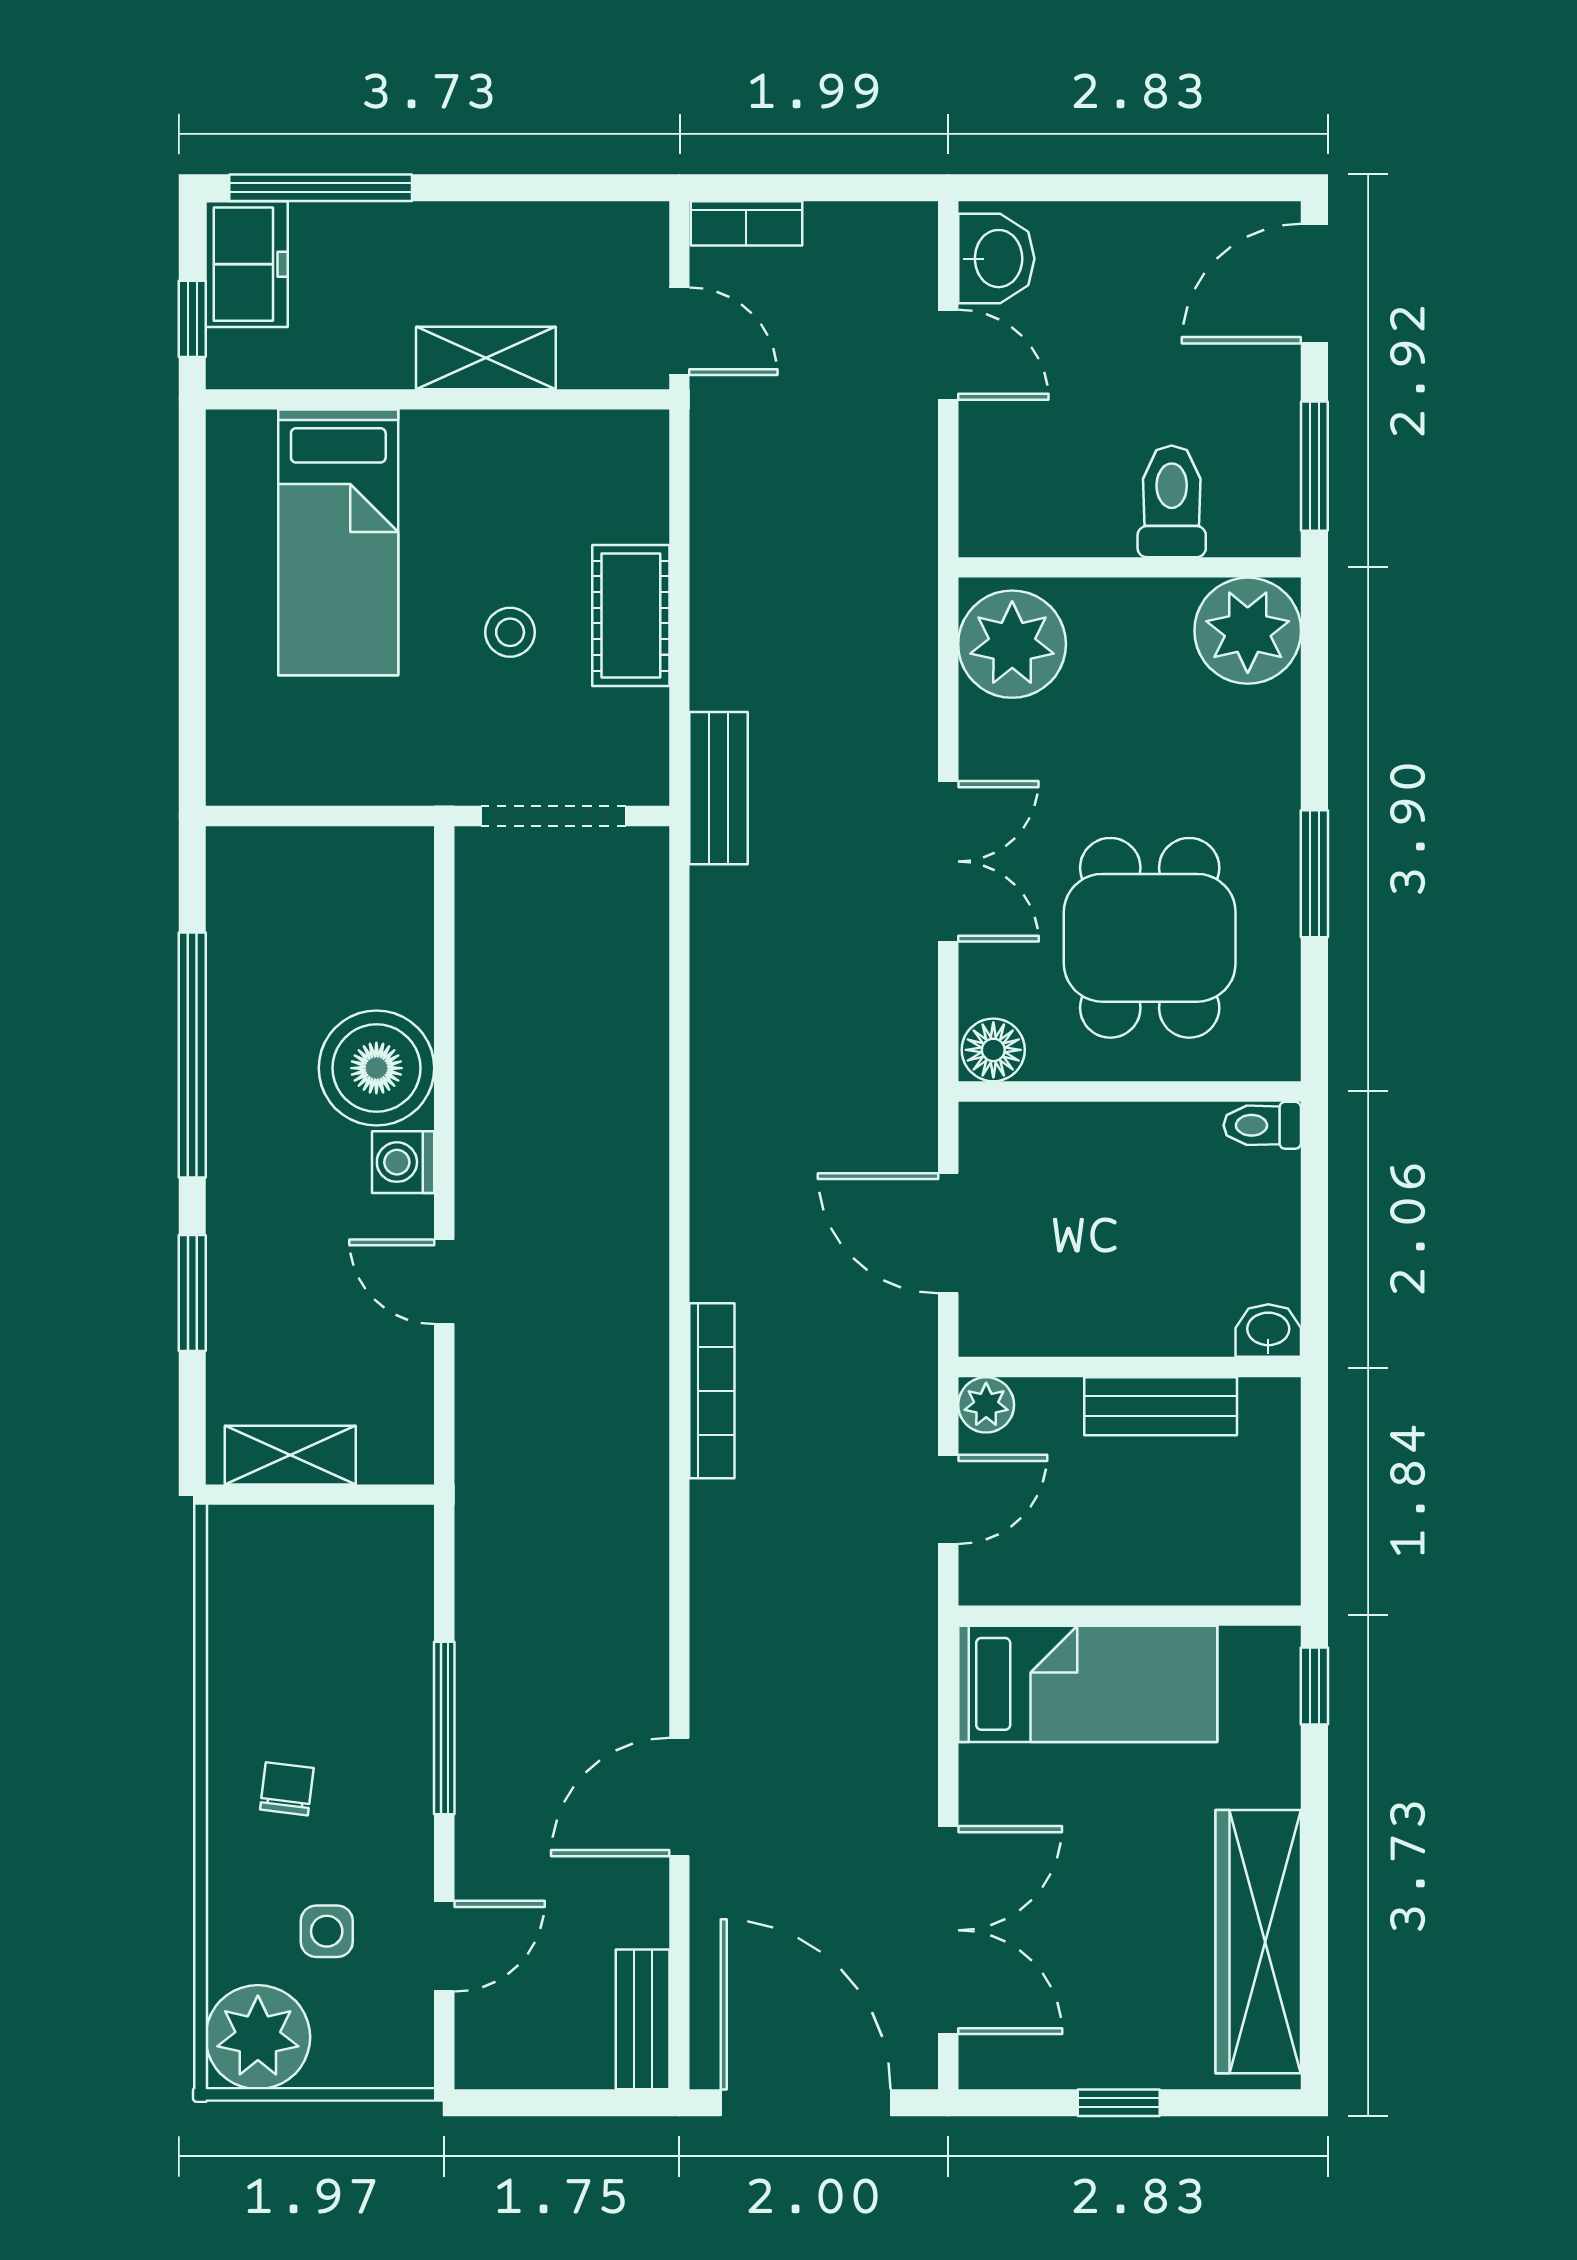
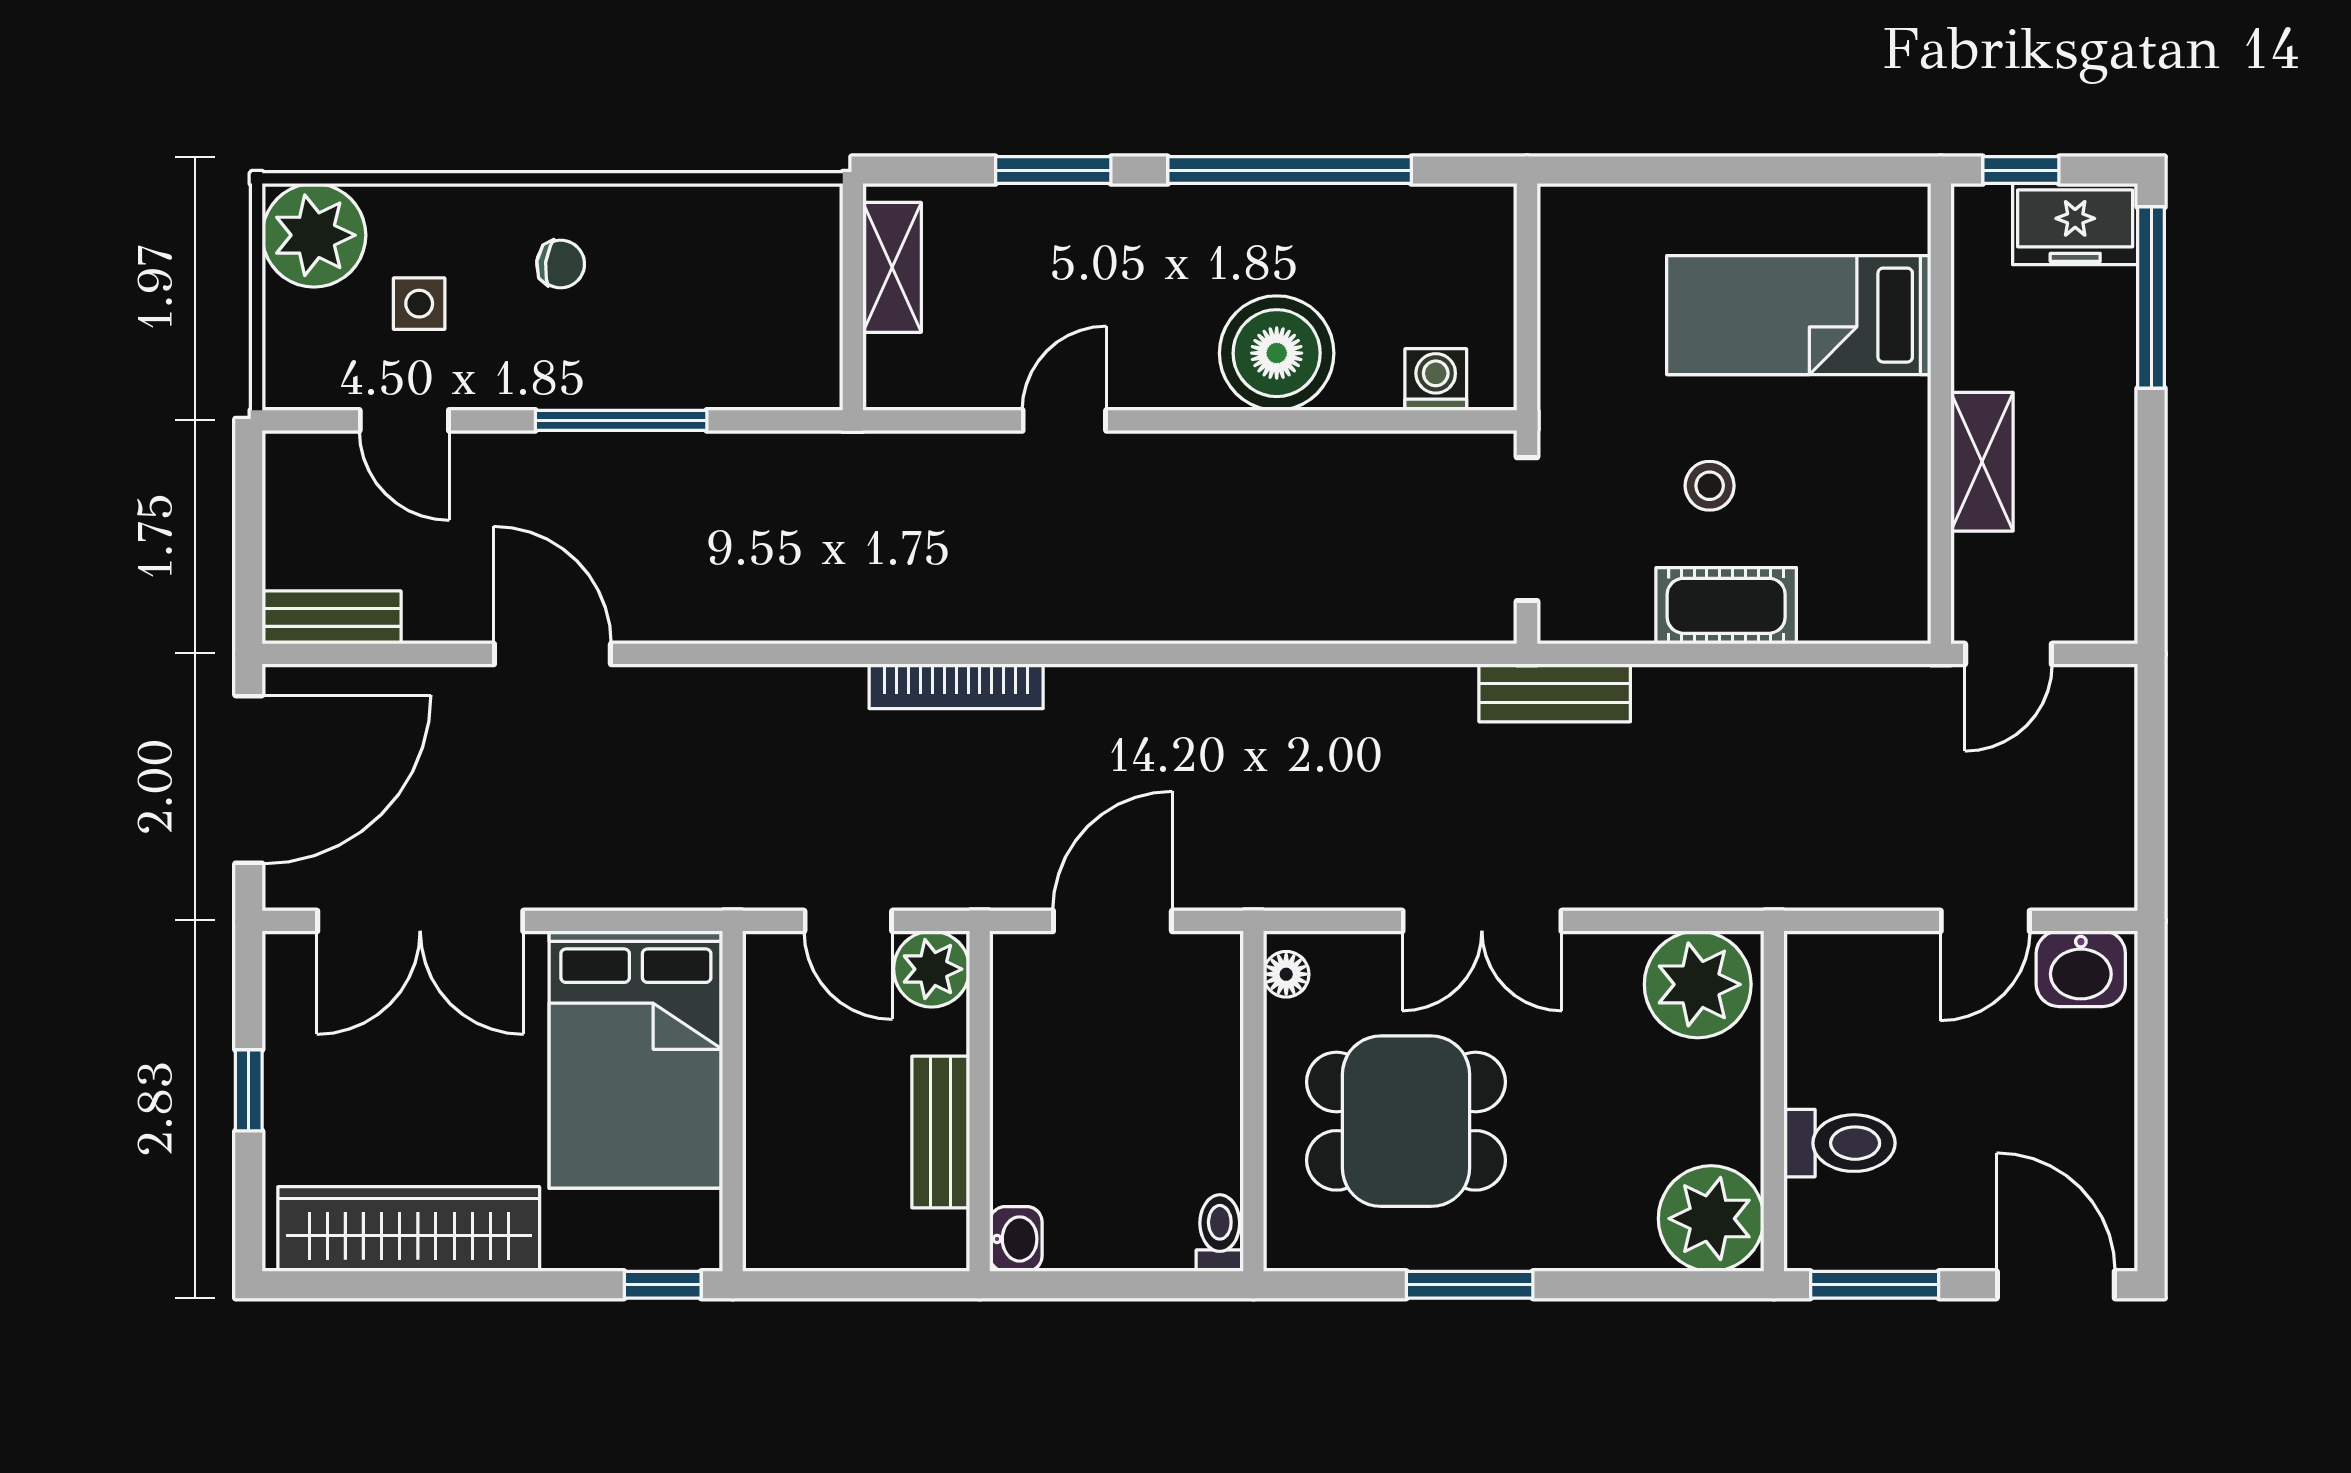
bookcase: (746, 223) -> (2116, 721), removed
floor lamp: (993, 1050) -> (1286, 974), width x0.73, depth x0.73
washing machine: (403, 1162) -> (1436, 379), moved
plant: (986, 1405) -> (932, 969), width x1.38, depth x1.38
bed: (1088, 1684) -> (636, 1060), width x1.50

